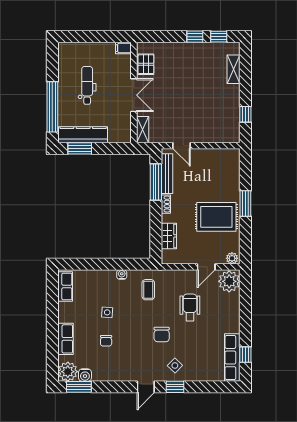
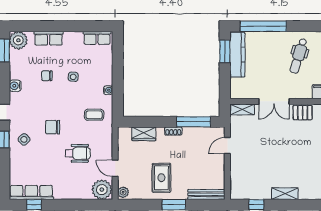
shelving: (234, 69) -> (285, 194), moved
dental chair: (87, 85) -> (299, 56), moved, turned 107
bench: (167, 174) -> (206, 194), moved
rug: (216, 217) -> (161, 178), width x0.73, depth x0.70
water cooler: (85, 375) -> (15, 86), moved

